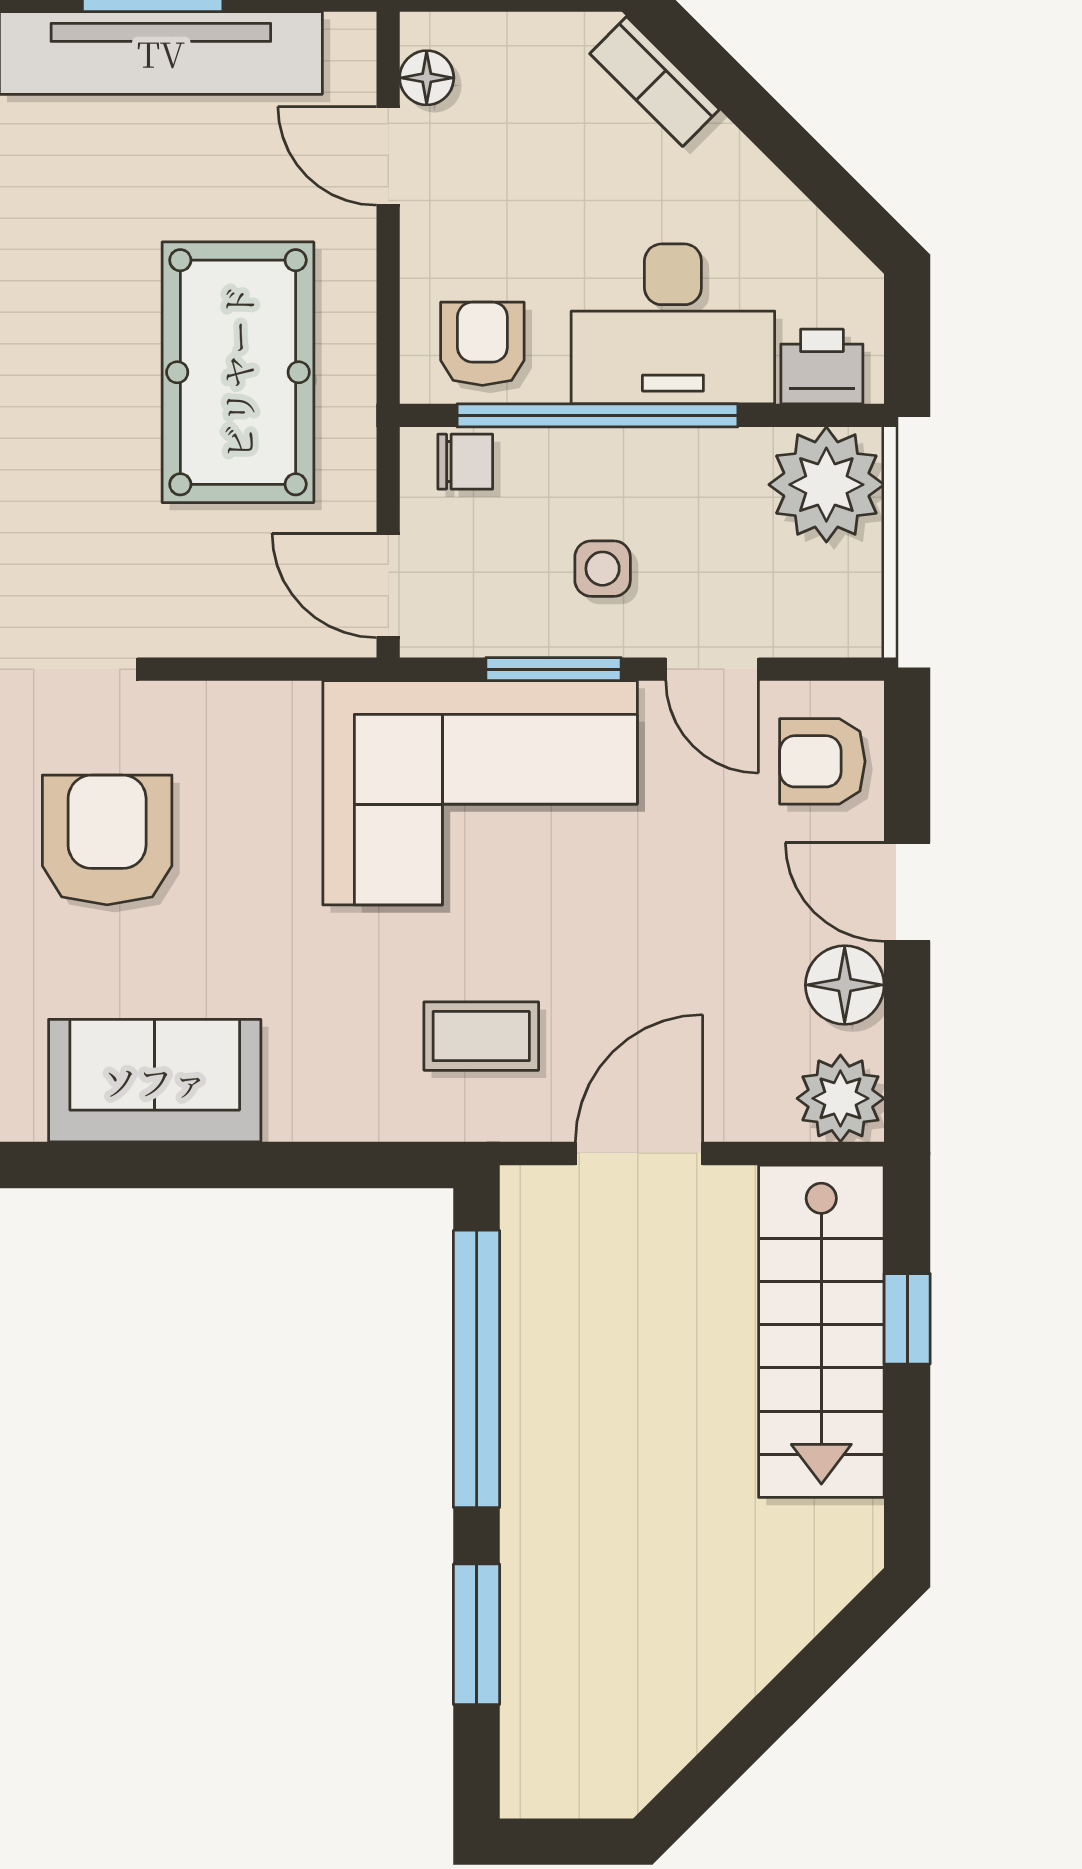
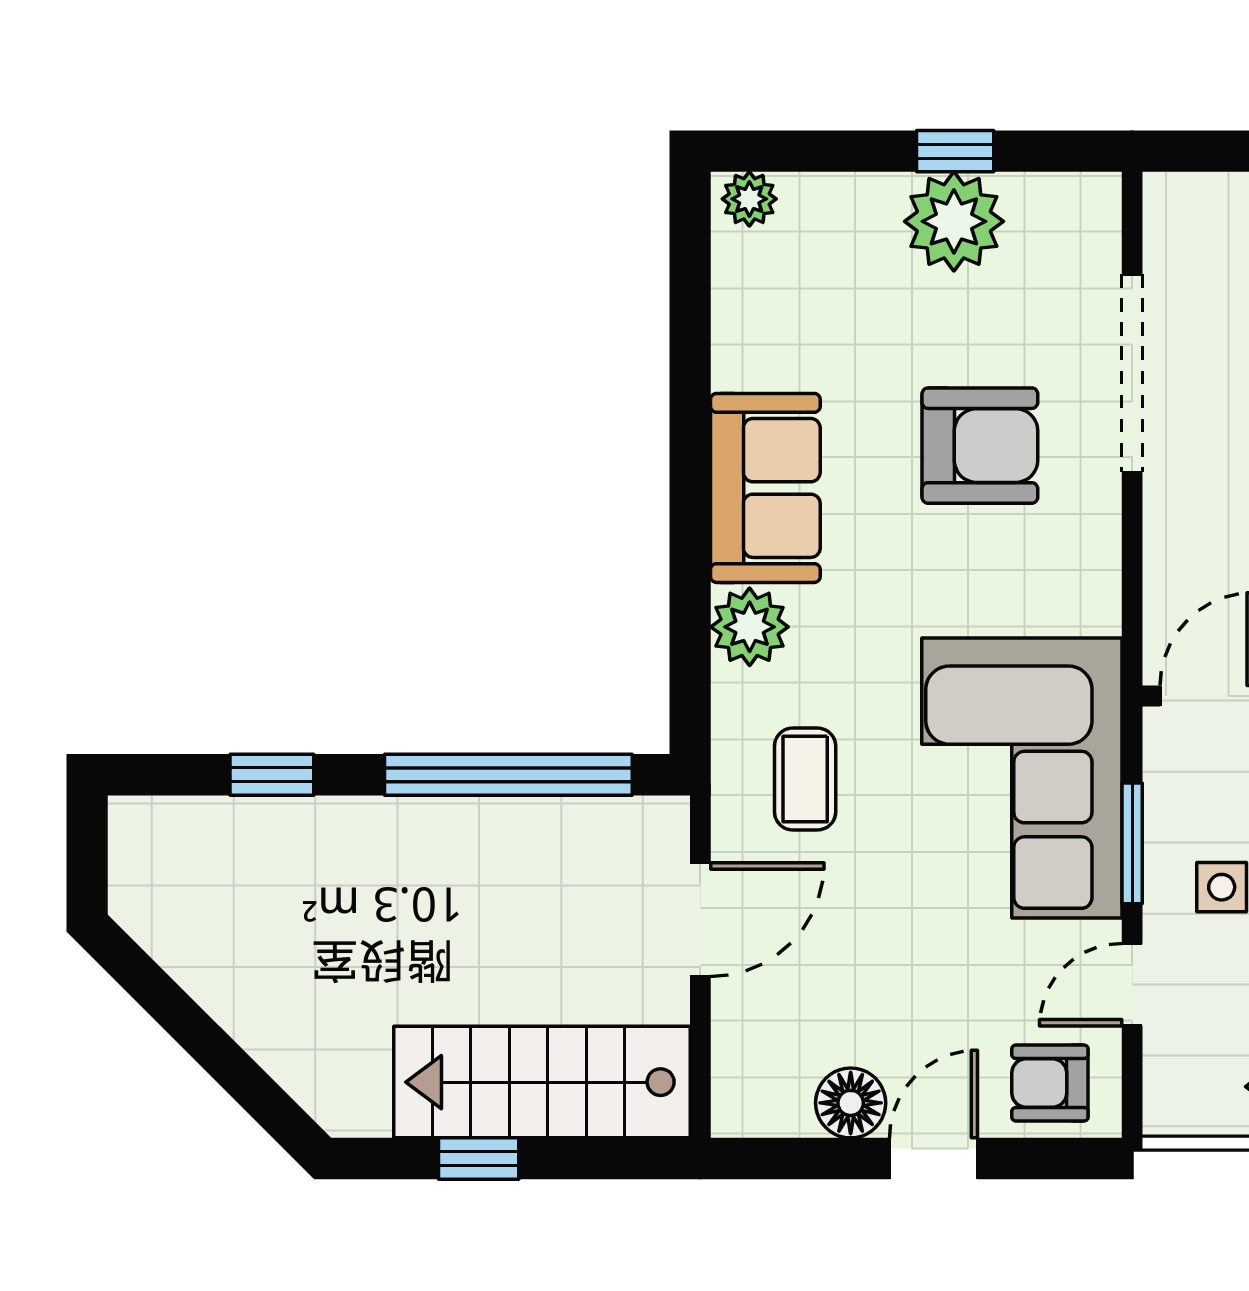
armchair: (822, 761) -> (1050, 1083), turned -90
plant: (840, 1098) -> (750, 627), moved
door: (639, 1153) -> (700, 920), hinge flipped
window: (907, 1319) -> (479, 1159), moved
window: (477, 1634) -> (272, 775), width x0.67

